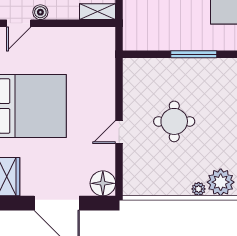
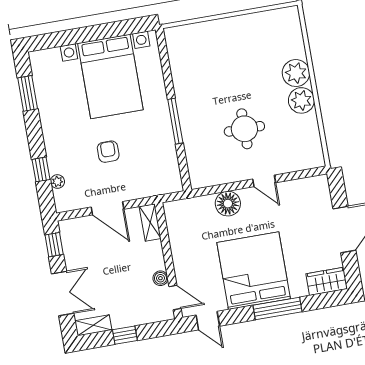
floor lamp: (103, 183) -> (228, 204), moved
plant: (199, 189) -> (301, 100), width x1.87, depth x1.87

